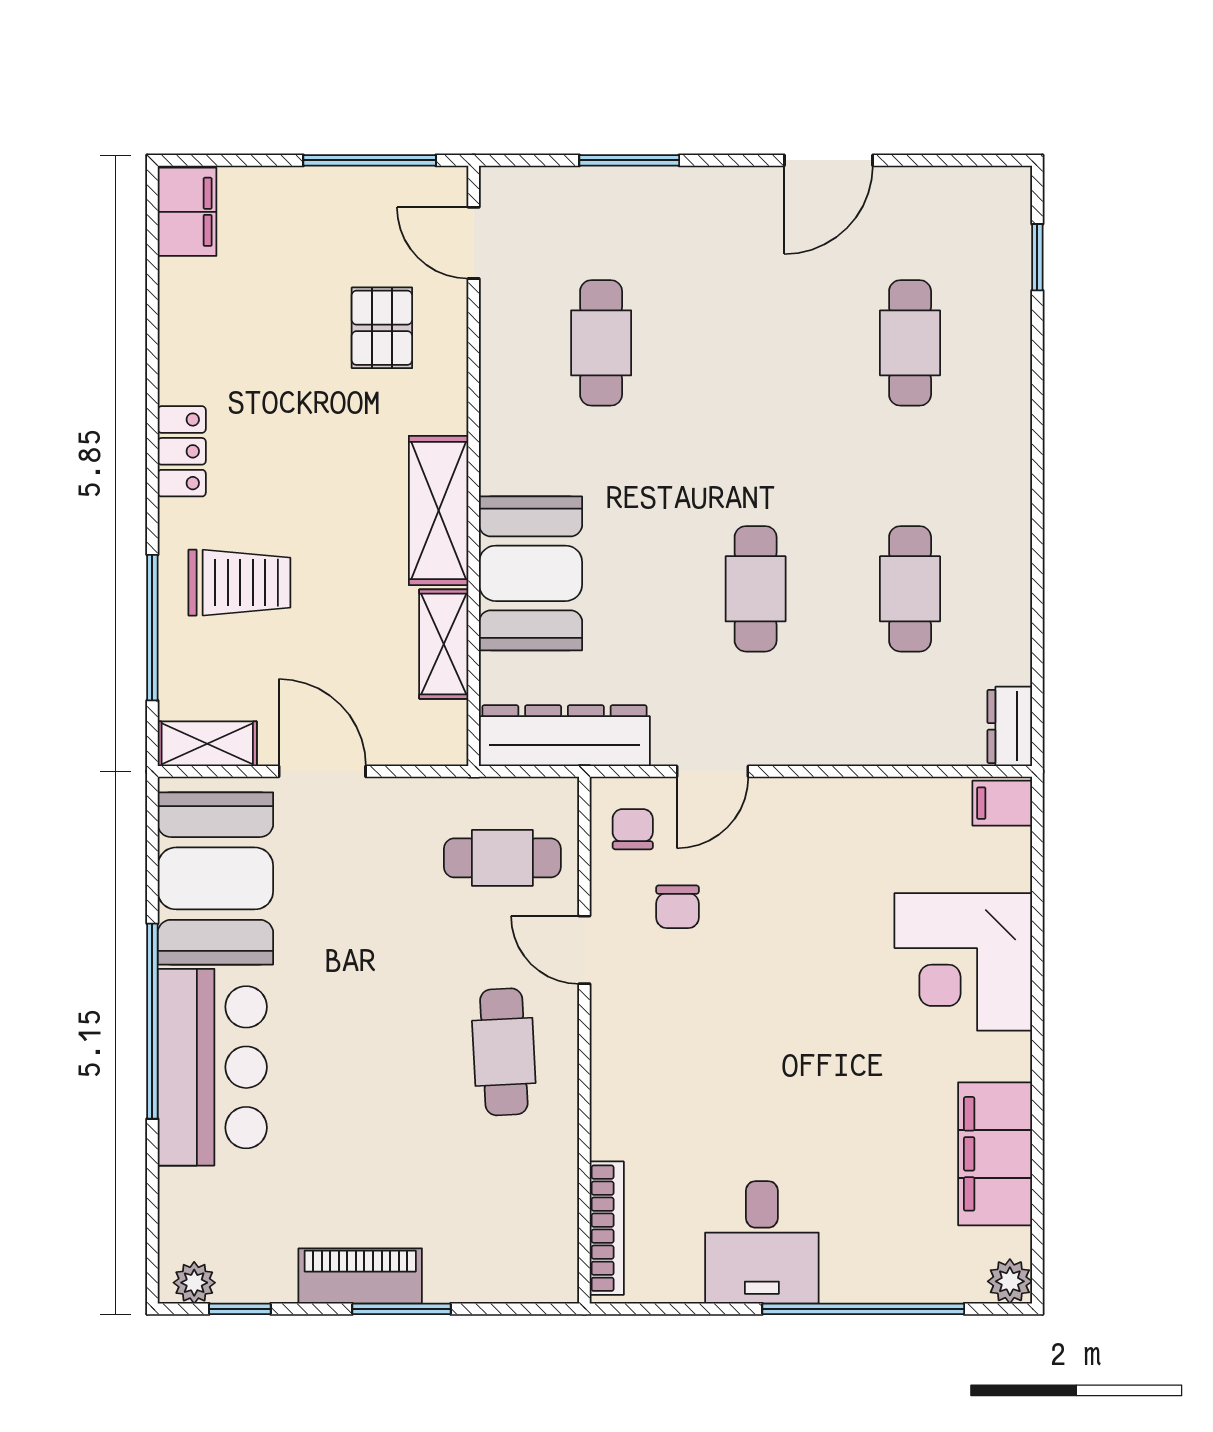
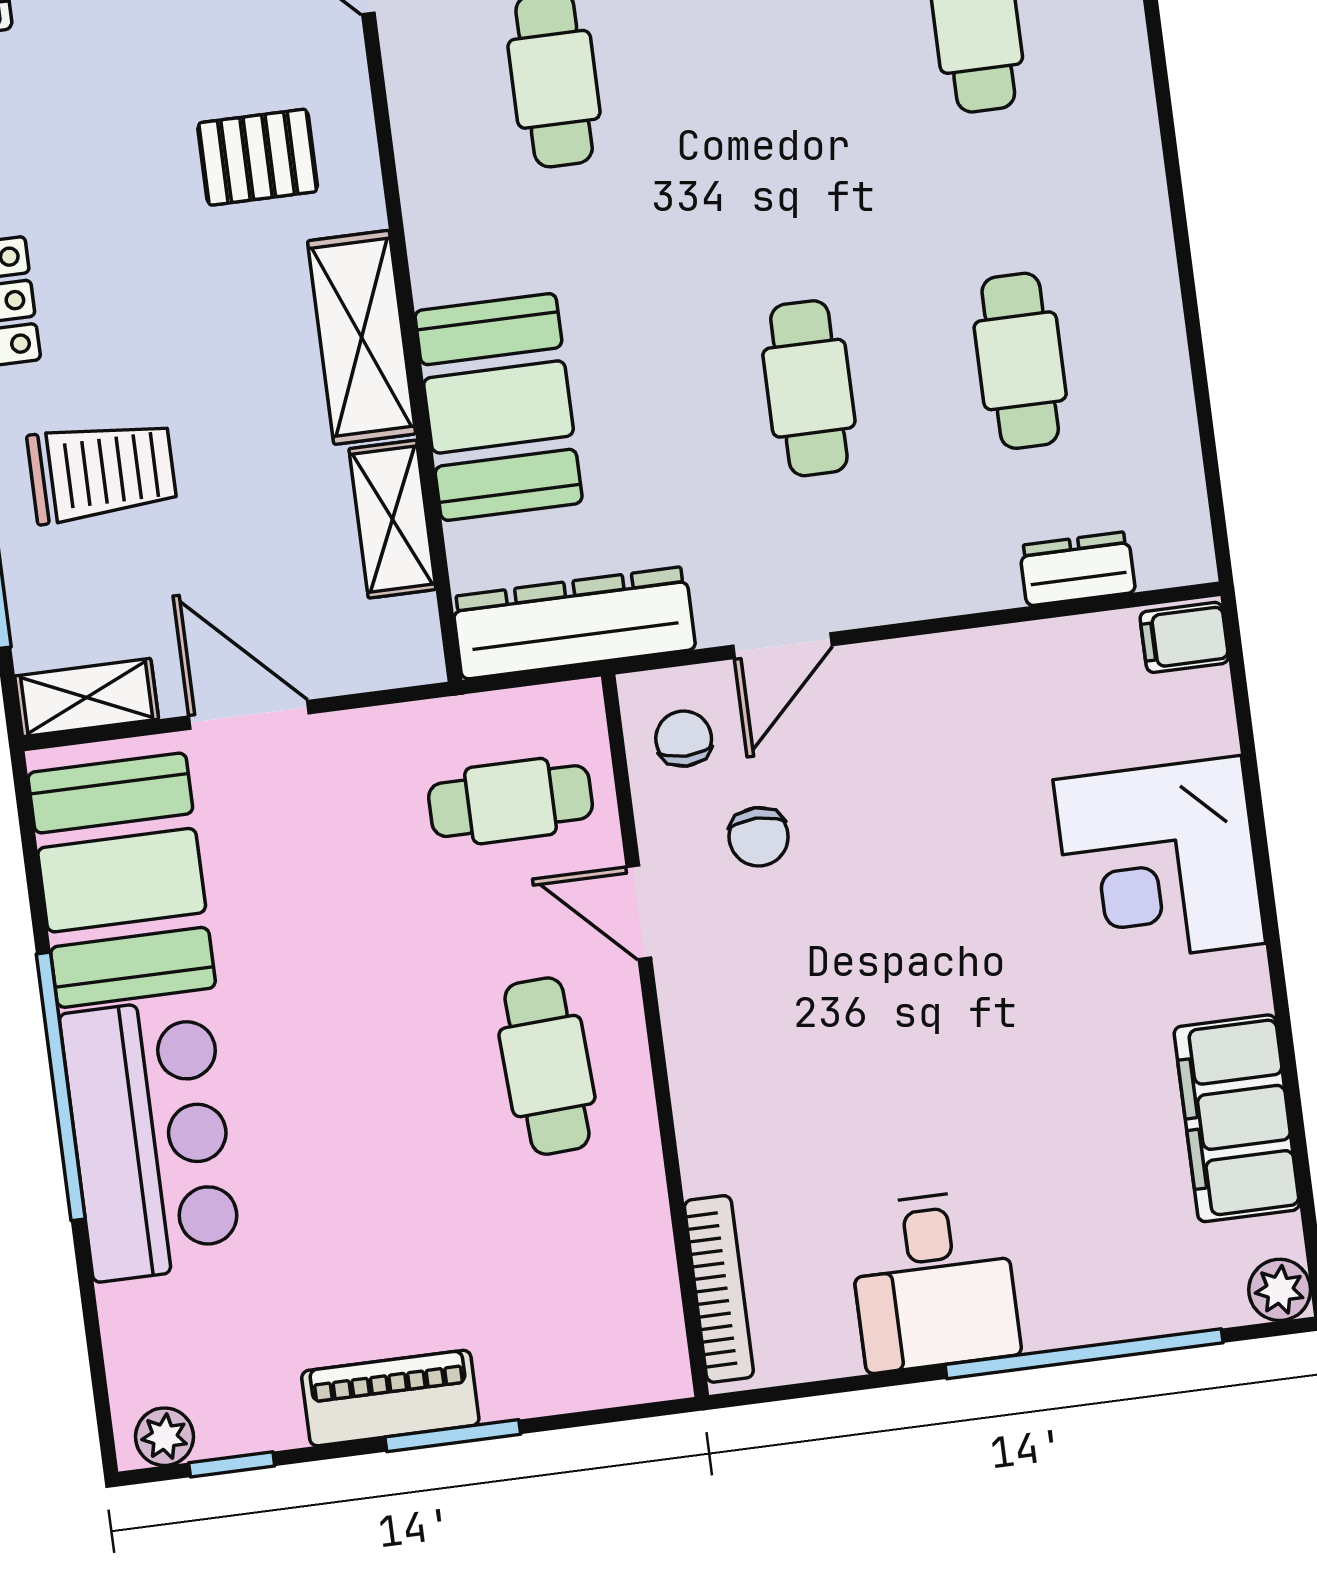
pallet: (382, 328) -> (258, 157), moved, turned 90
dresser: (1010, 726) -> (1077, 569), moved, turned 90

